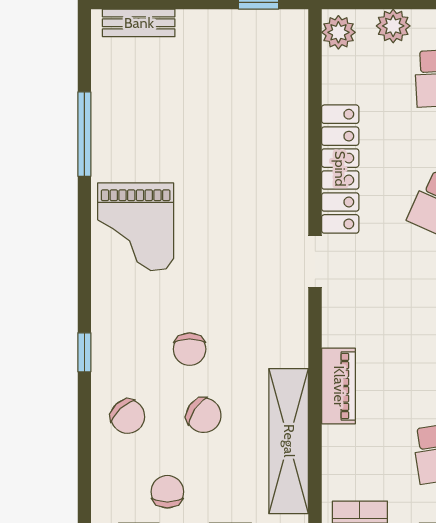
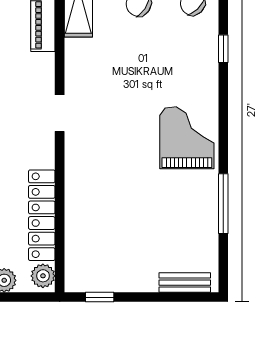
locker: (340, 169) -> (42, 215), moved
chair: (190, 349) -> (149, 51), removed

